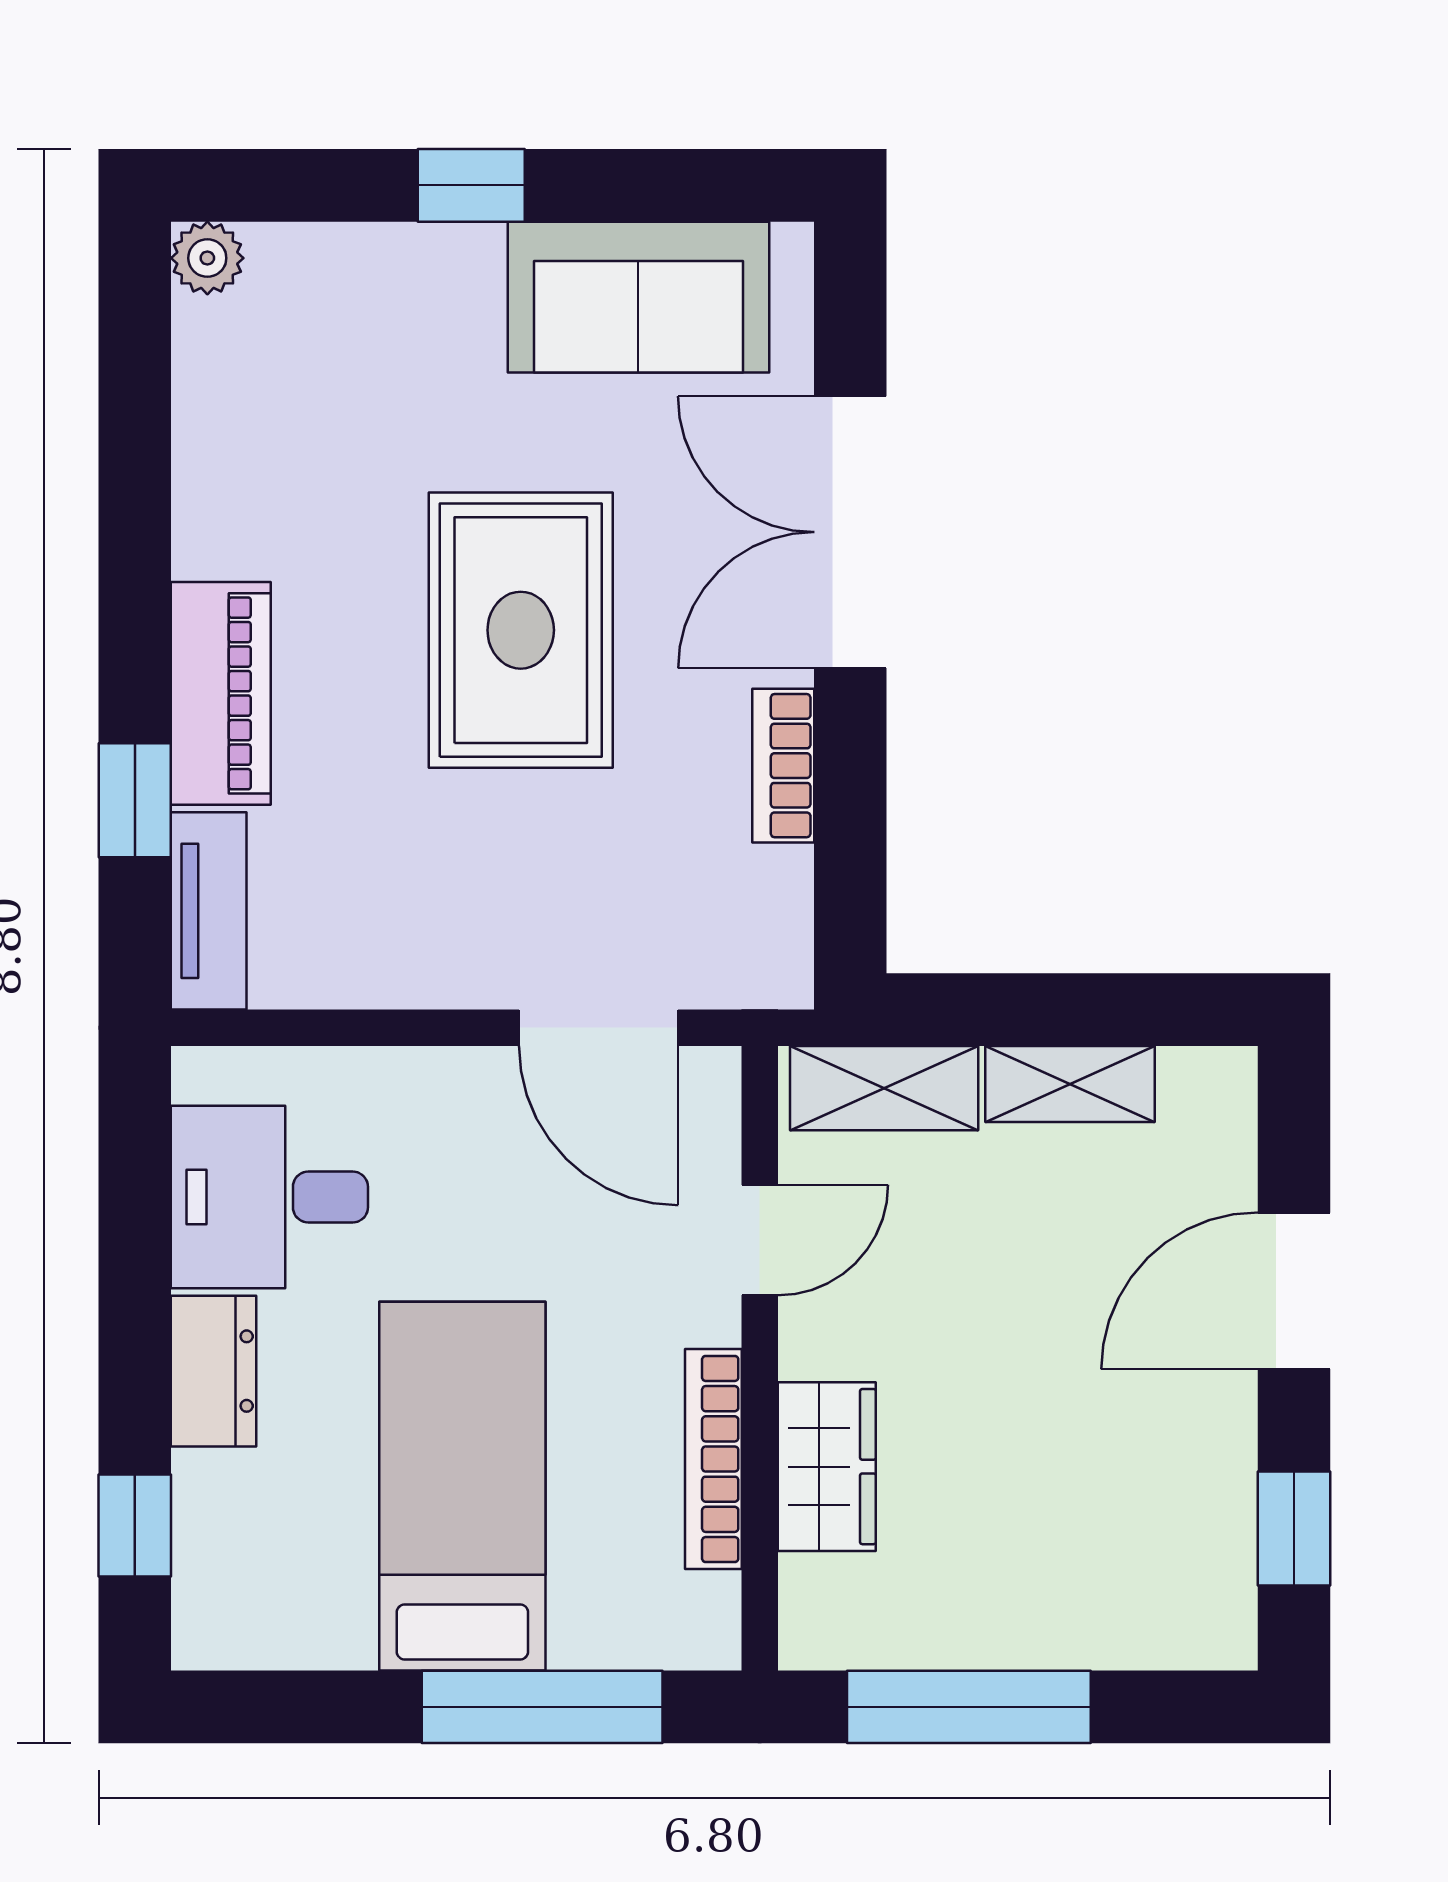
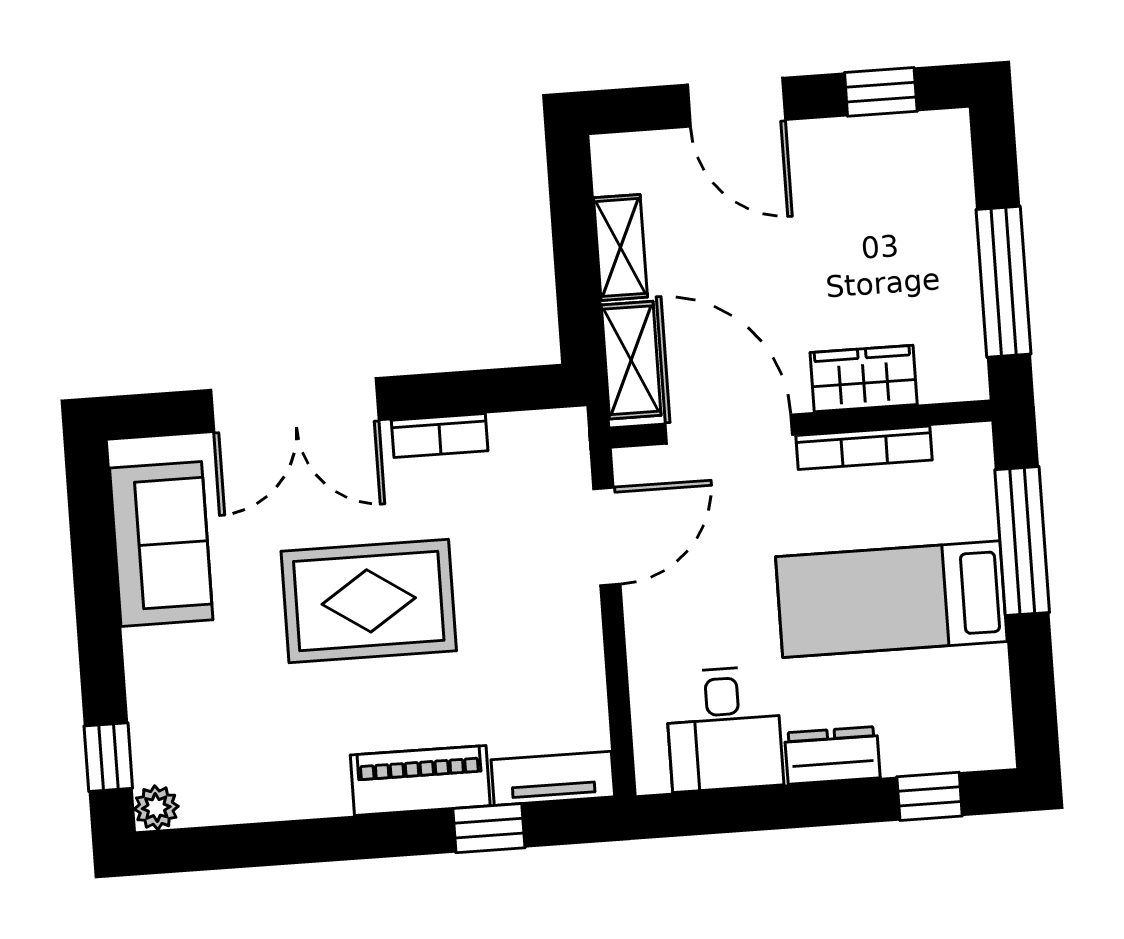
window: (471, 185) -> (108, 757), moved
door: (760, 1240) -> (729, 429), width x1.87

